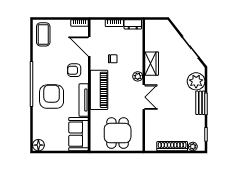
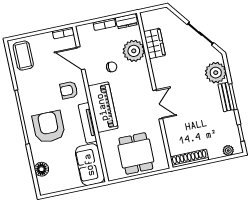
wardrobe: (152, 64) -> (155, 43), moved
plant: (138, 76) -> (134, 51), moved, width x1.87, depth x1.87
floor lamp: (38, 145) -> (41, 169), moved
shoe rack: (172, 146) -> (189, 158), moved

